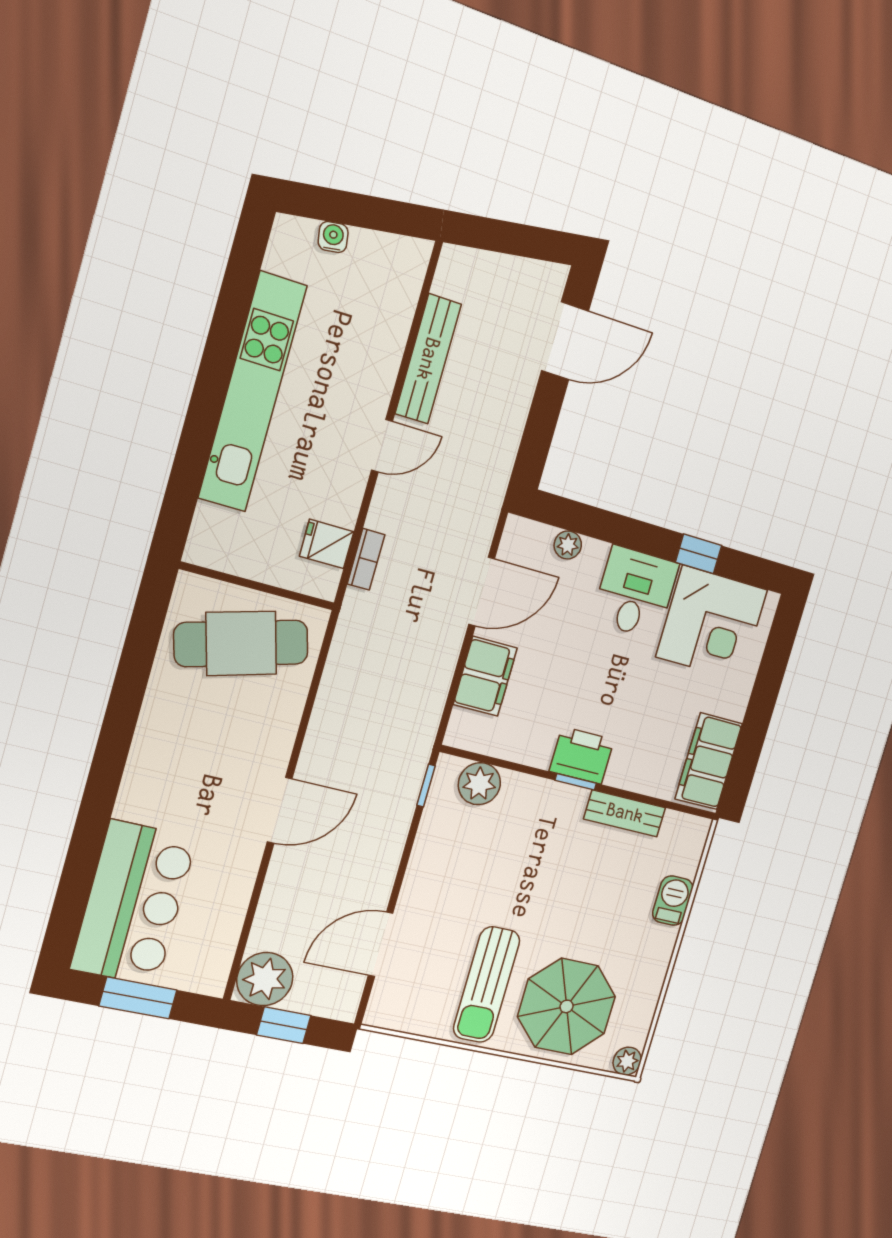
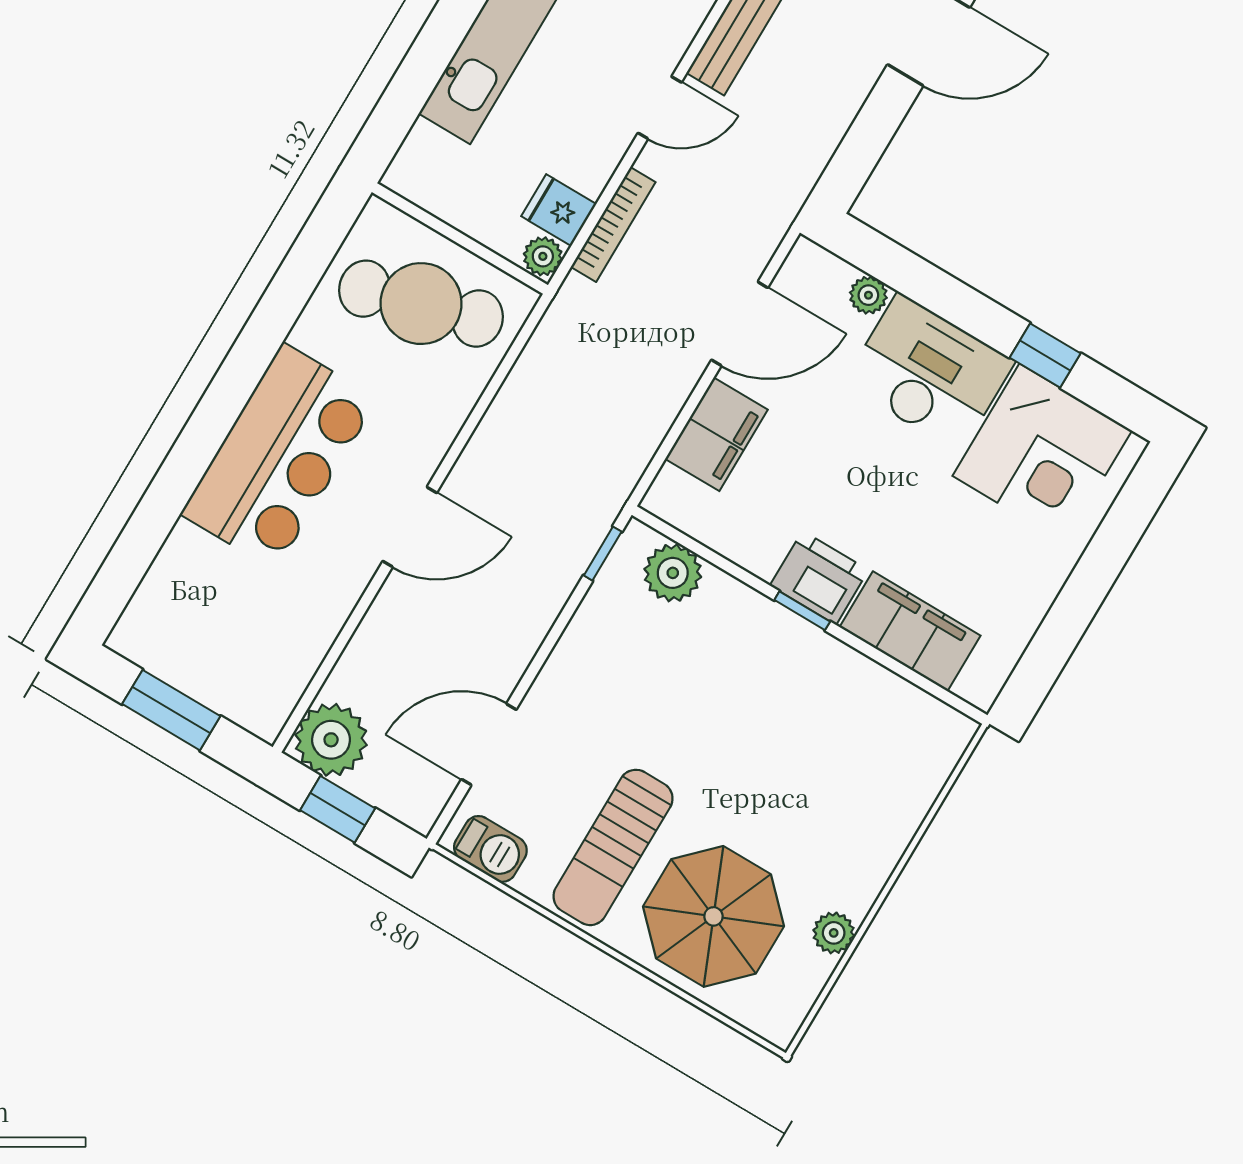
bookcase: (366, 559) -> (613, 224), width x1.56
plant: (324, 582) -> (543, 256), added
desk: (635, 592) -> (929, 373), width x1.37
filing cabinet: (709, 761) -> (910, 631), moved, turned 90
bench: (625, 813) -> (859, 675), removed
barbecue: (673, 901) -> (490, 849), moved, turned 90
bar counter: (134, 903) -> (279, 456), moved
plant: (627, 1061) -> (834, 933), moved

